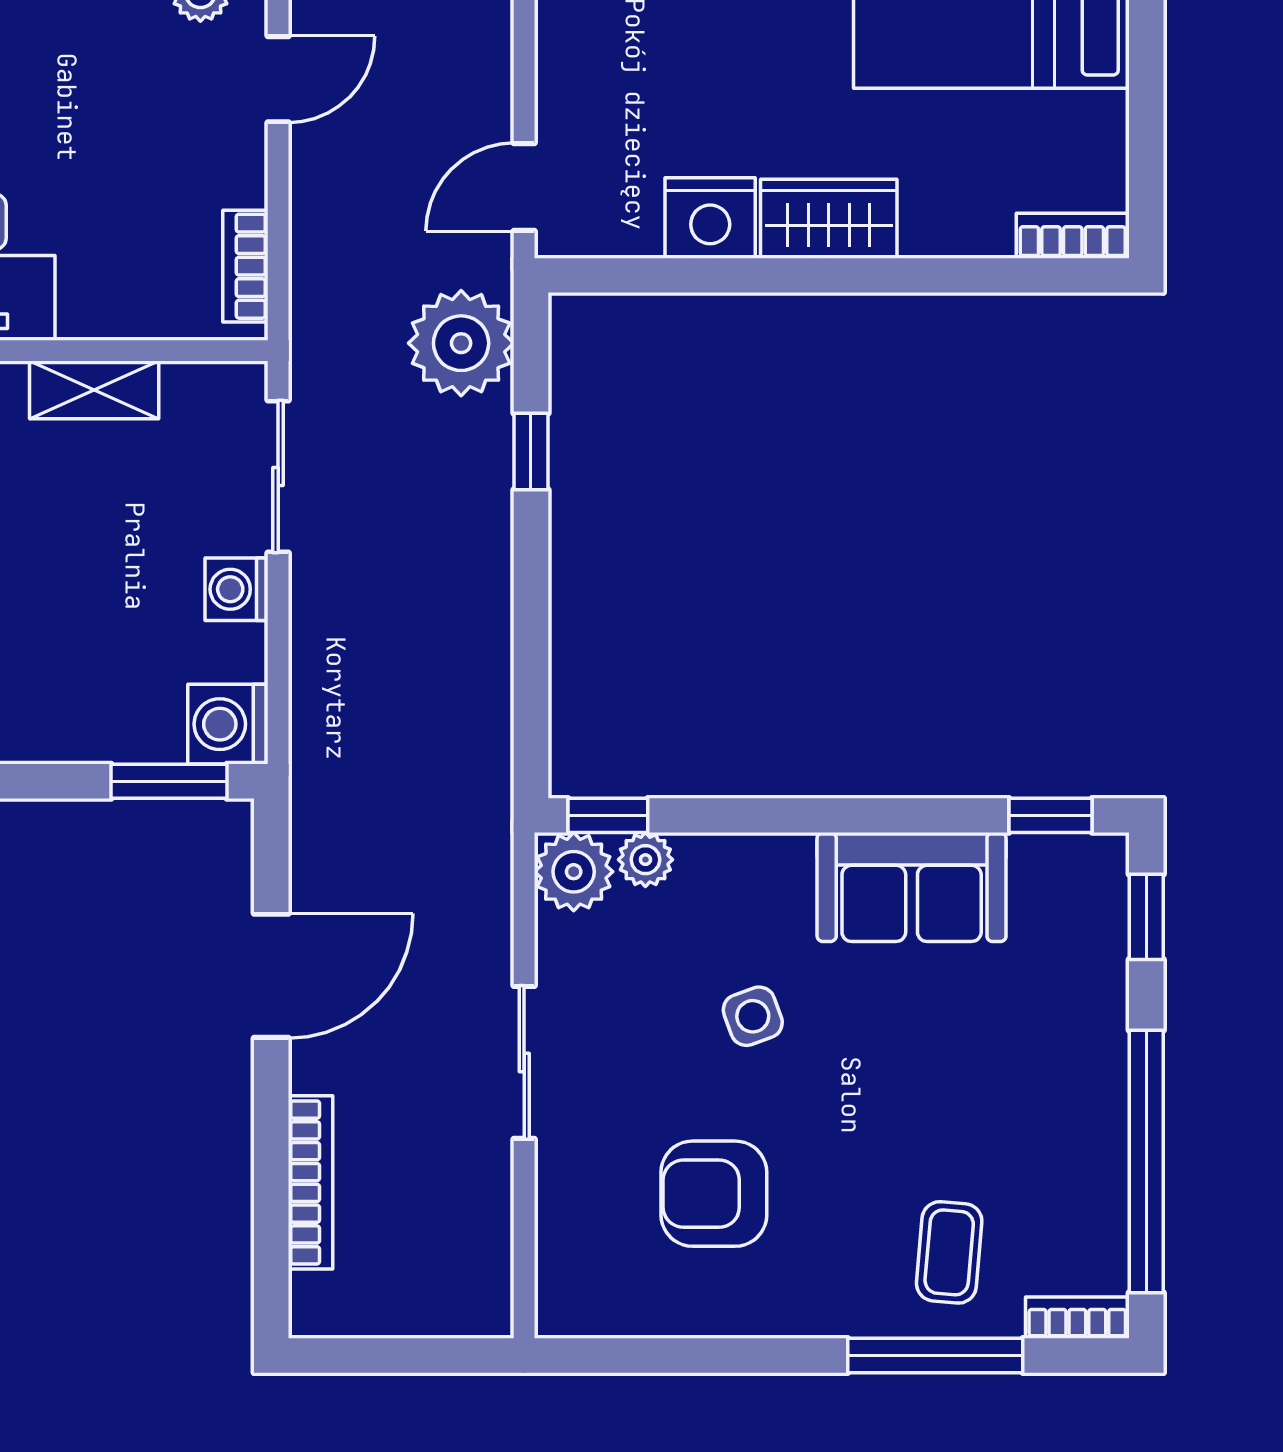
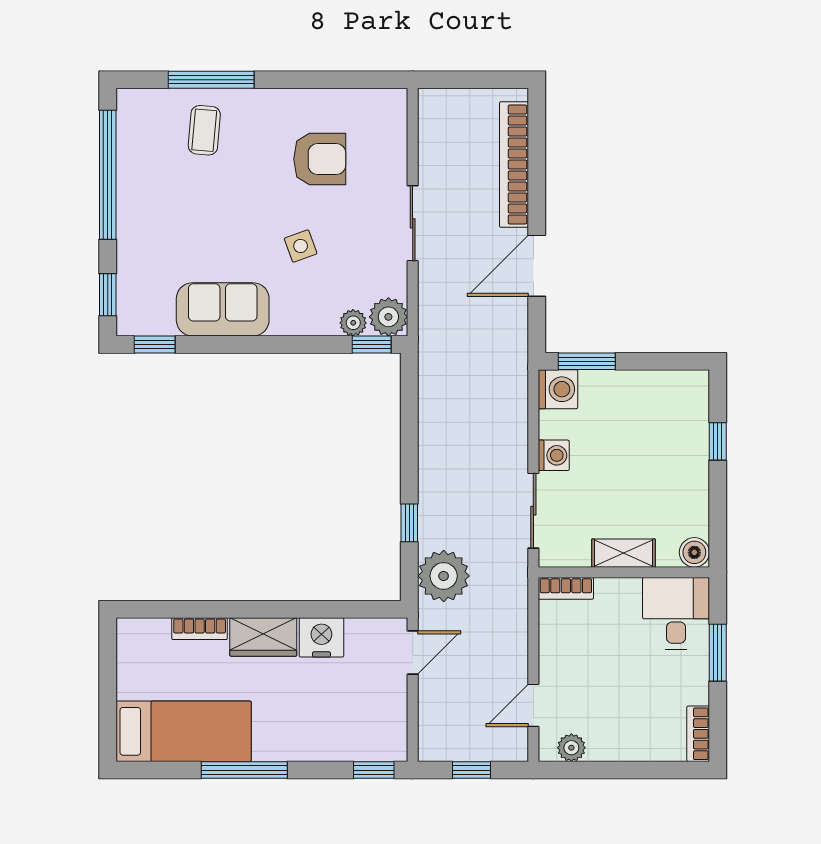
bookcase: (1073, 236) -> (200, 629), moved
bookcase: (245, 266) -> (566, 588), moved, turned 90
bookcase: (311, 1182) -> (514, 164), width x1.48, depth x1.31
bookcase: (1077, 1318) -> (141, 98), removed

